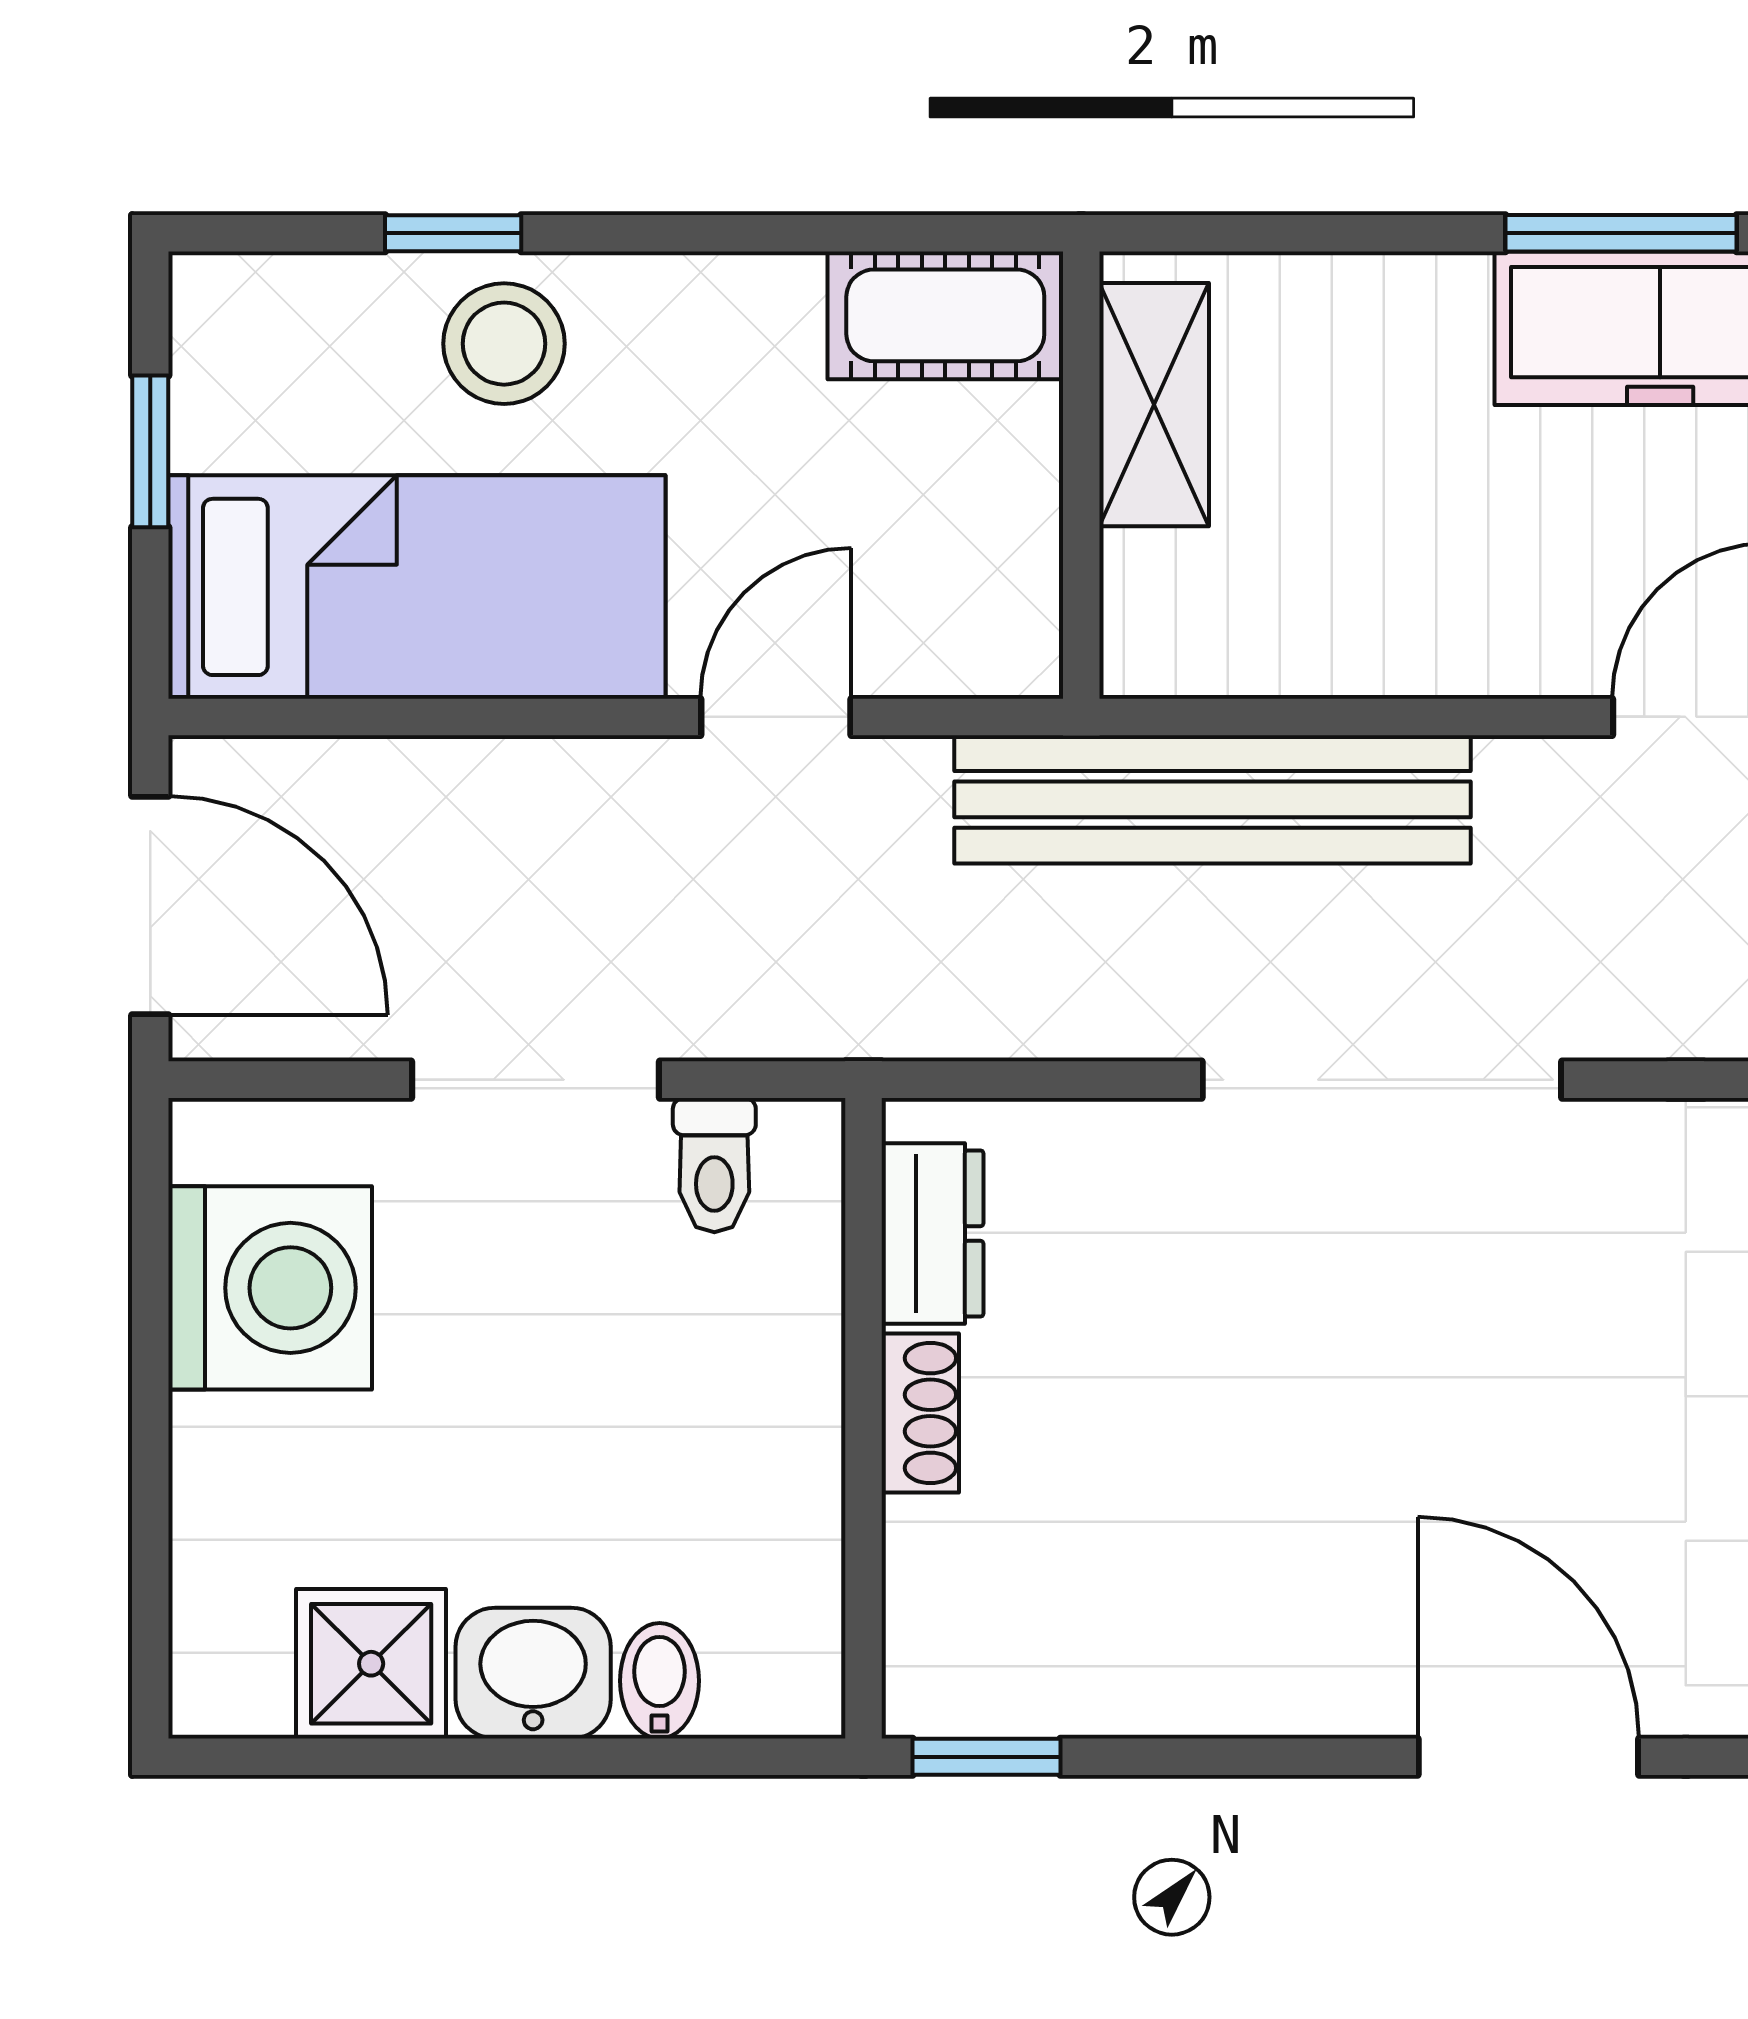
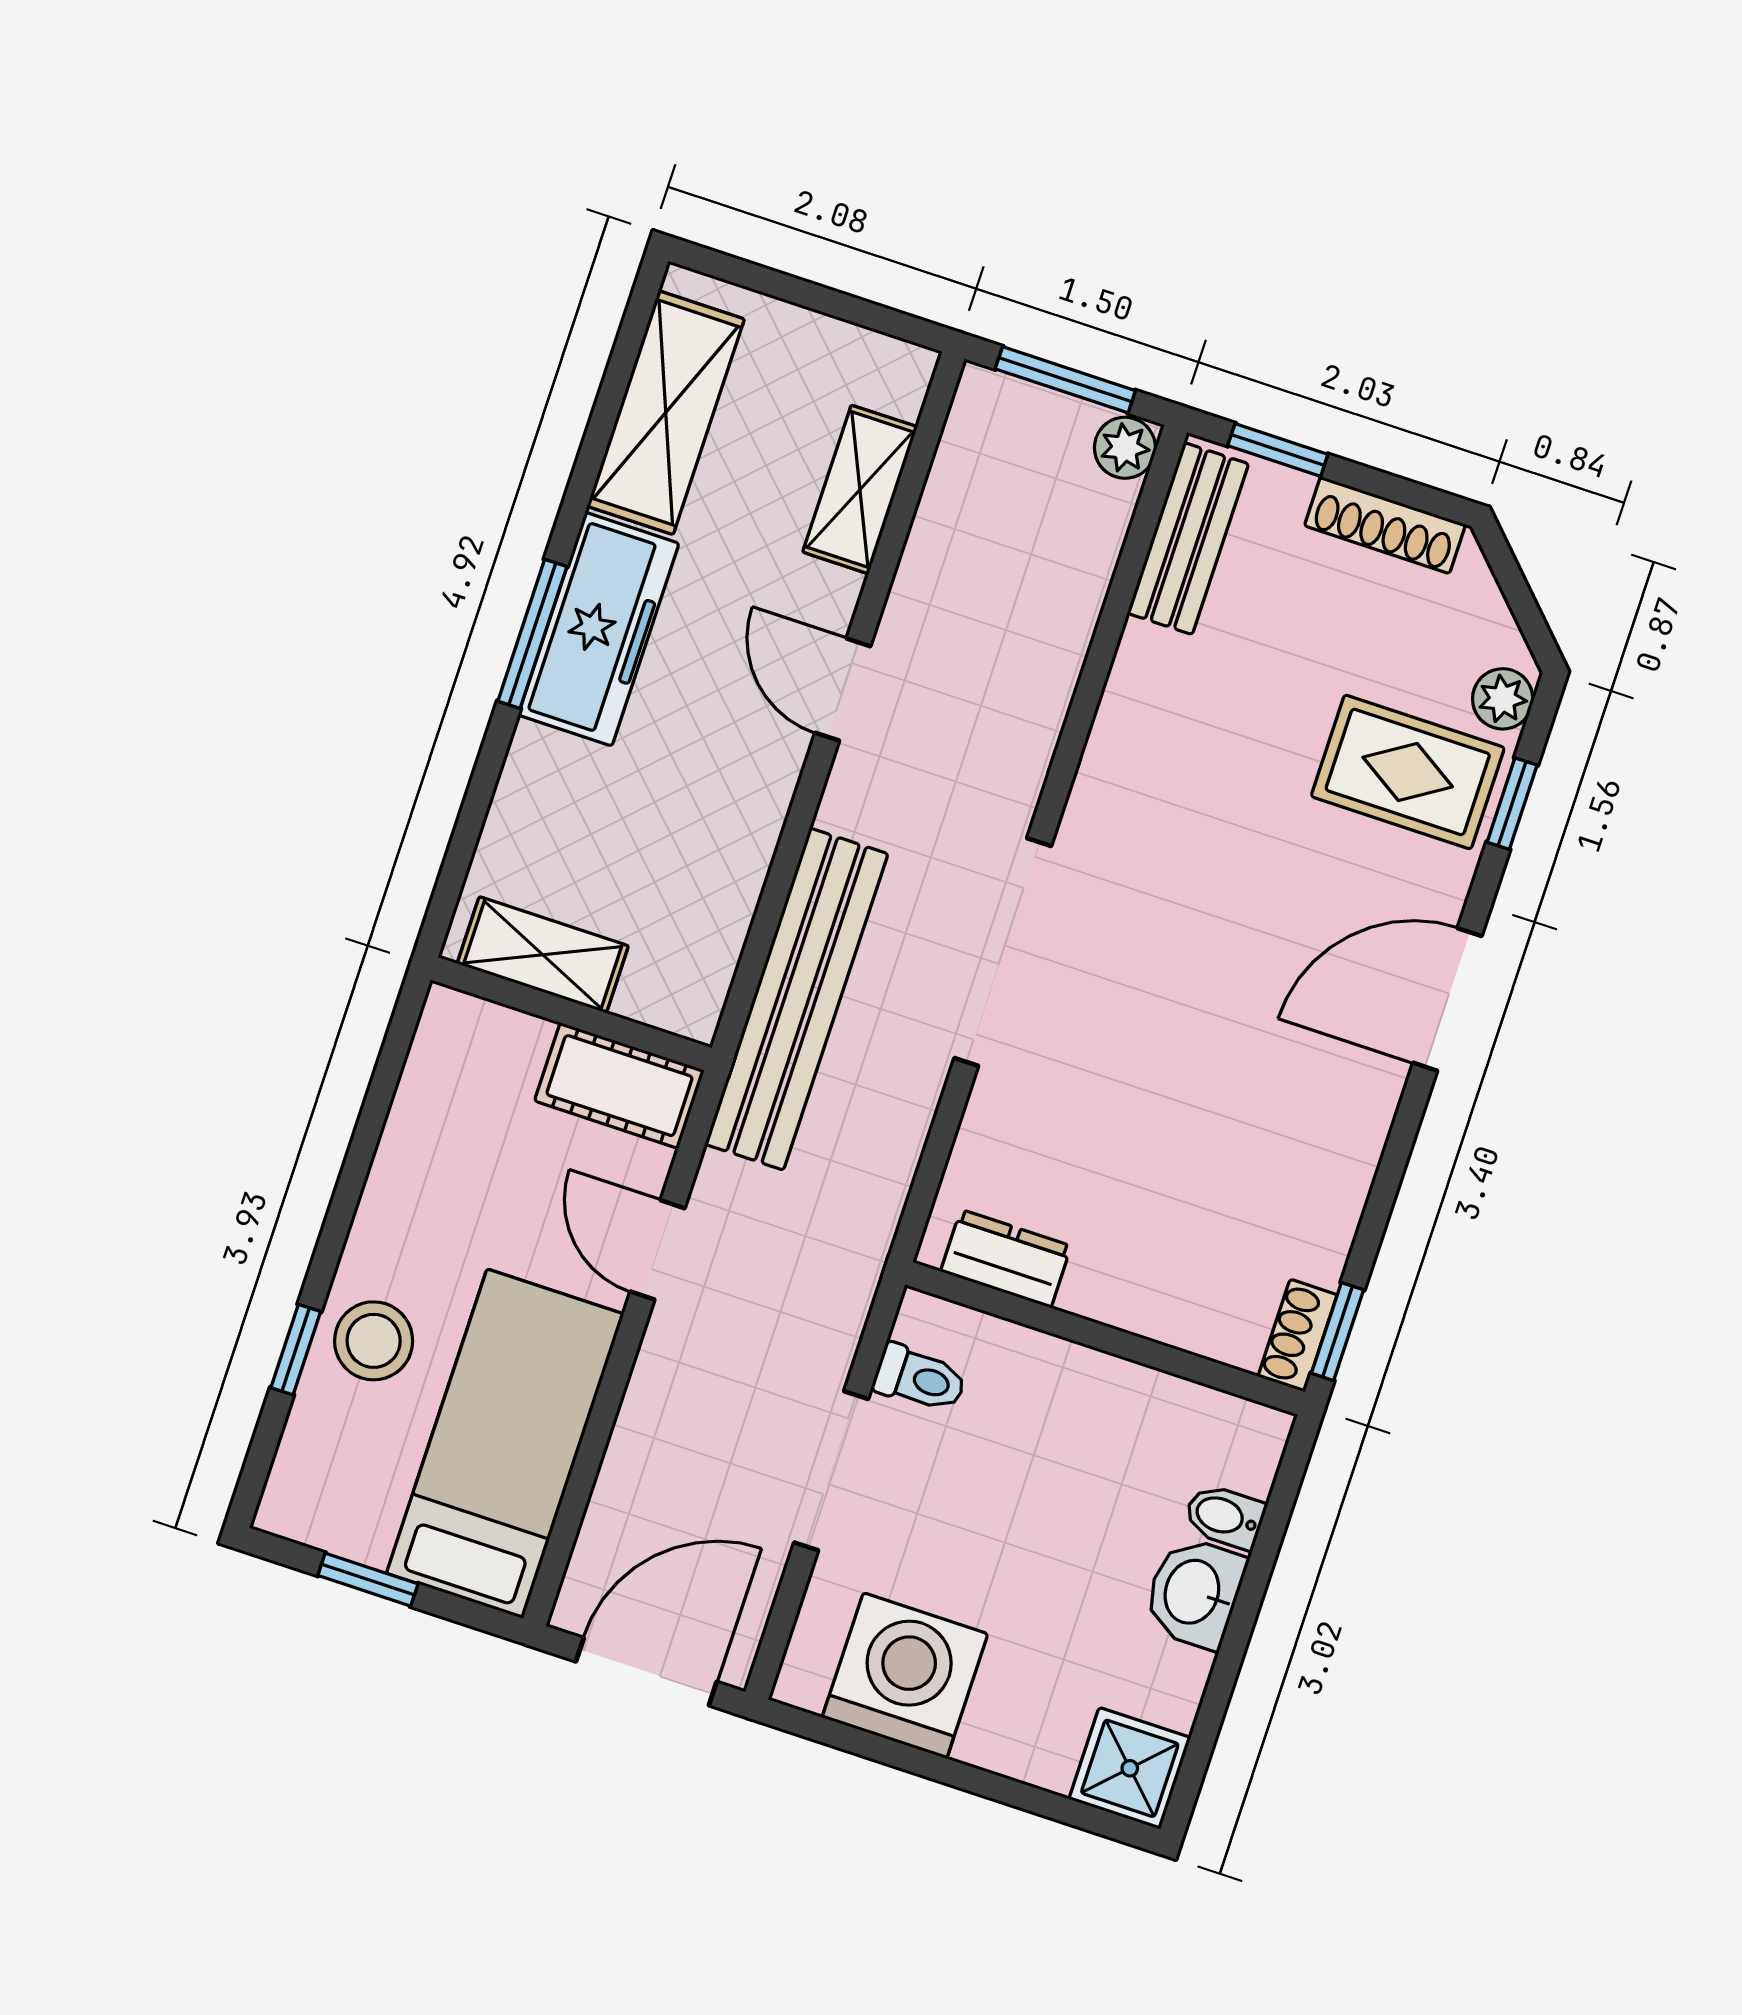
cot: (945, 315) -> (619, 1086), moved, turned 90
shoe rack: (920, 1413) -> (1298, 1336), moved, turned -90
shower: (371, 1664) -> (1130, 1768), moved

